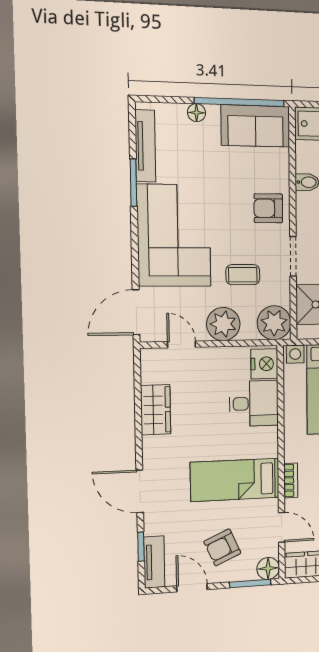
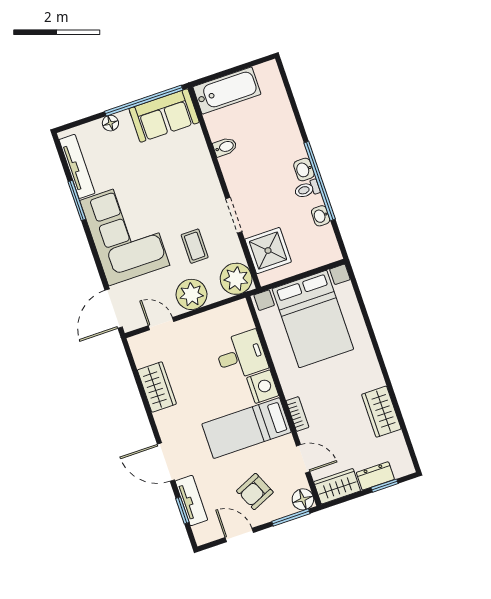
armchair: (268, 208) -> (198, 181), removed
coffee table: (243, 275) -> (195, 246), turned 90
nightstand: (264, 364) -> (263, 387), moved
tv unit: (154, 562) -> (191, 500), moved

